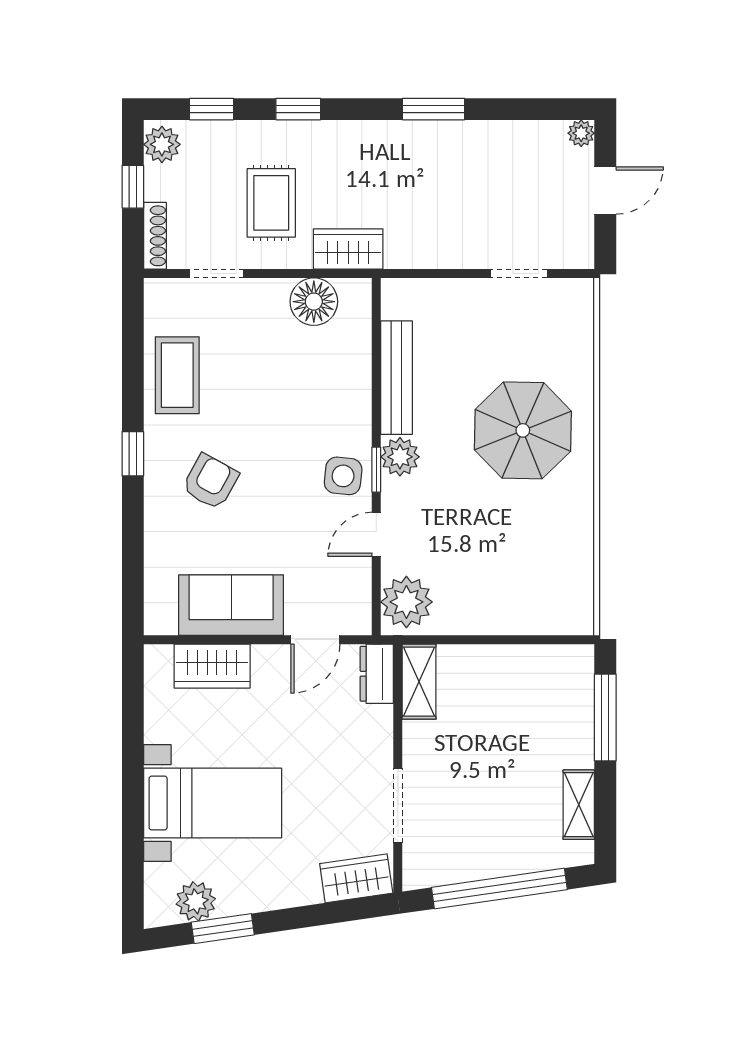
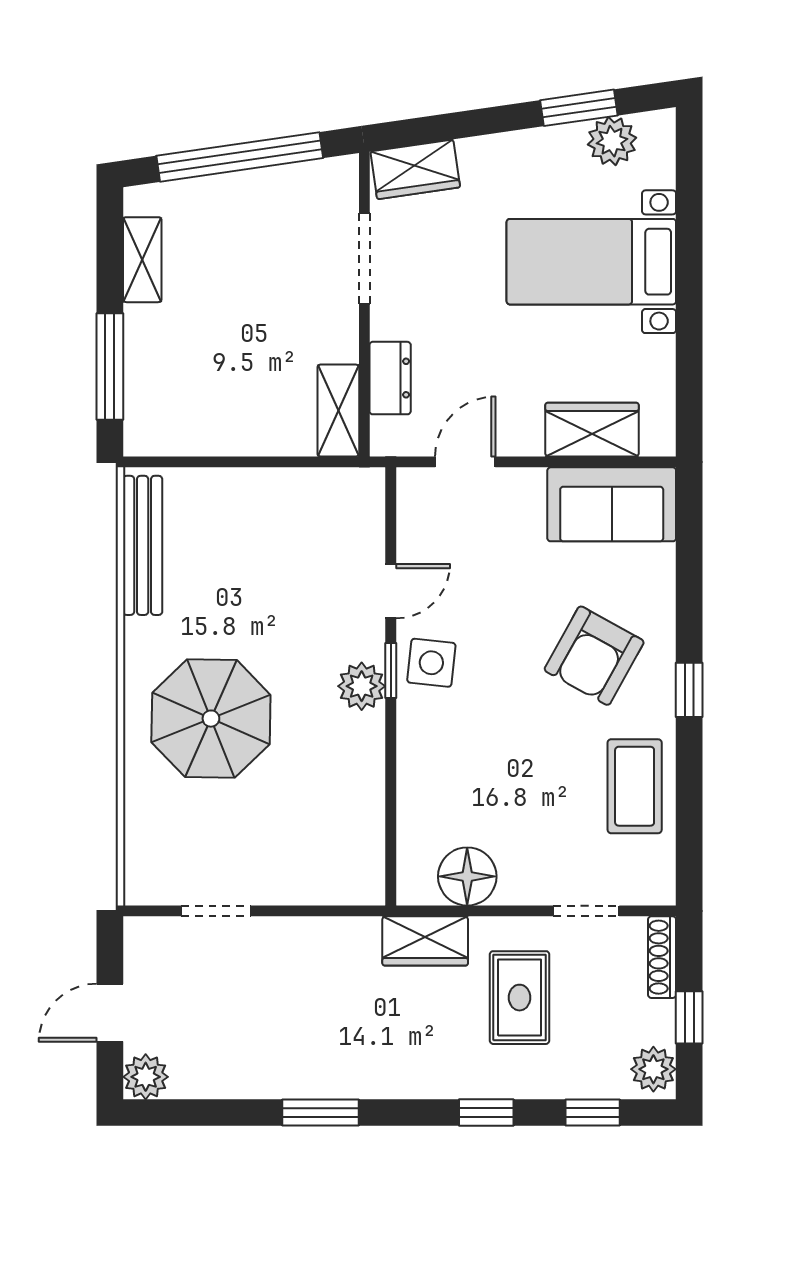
plant: (581, 133) -> (146, 1077), width x1.38, depth x1.38
bench: (396, 378) -> (143, 545), moved
armchair: (210, 482) -> (594, 656), width x1.38, depth x1.38
plant: (406, 602) -> (354, 508), removed
sofa: (231, 605) -> (612, 504), moved
dresser: (377, 674) -> (390, 378), moved

